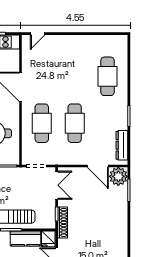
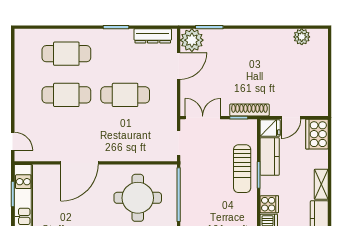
cafe table: (42, 123) -> (66, 95), moved

